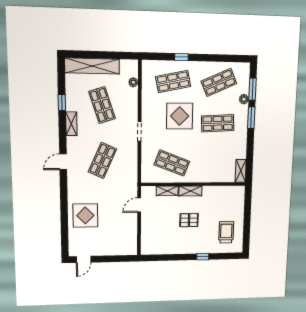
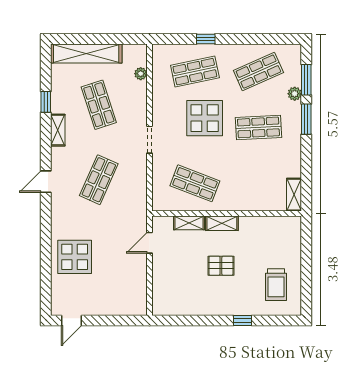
trolley: (226, 232) -> (276, 285), turned 180

